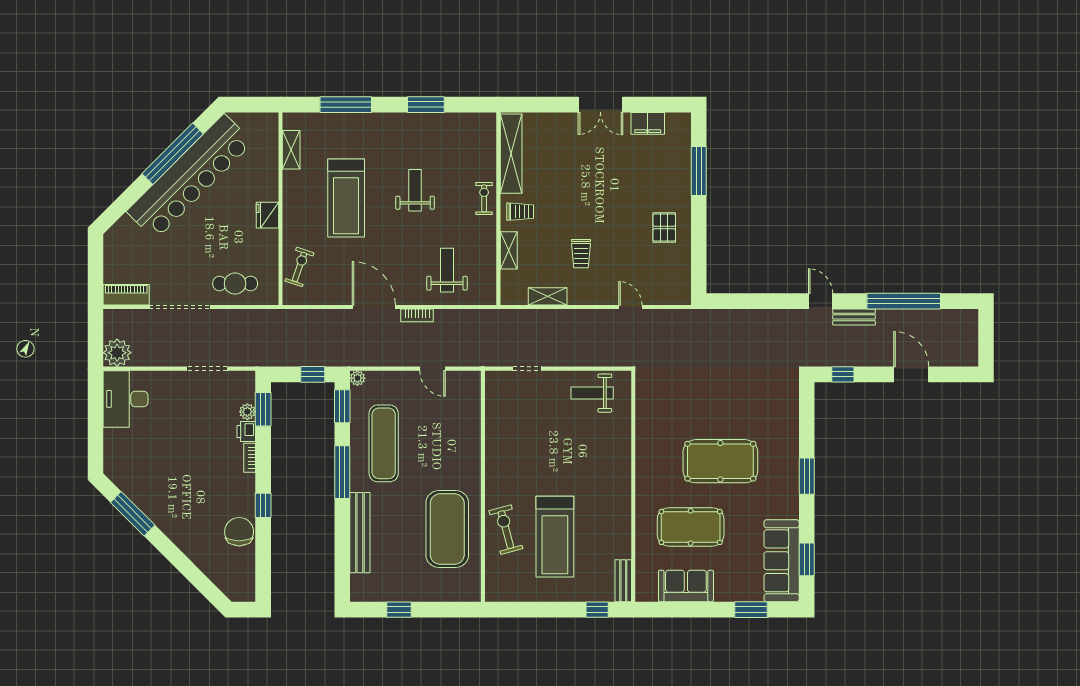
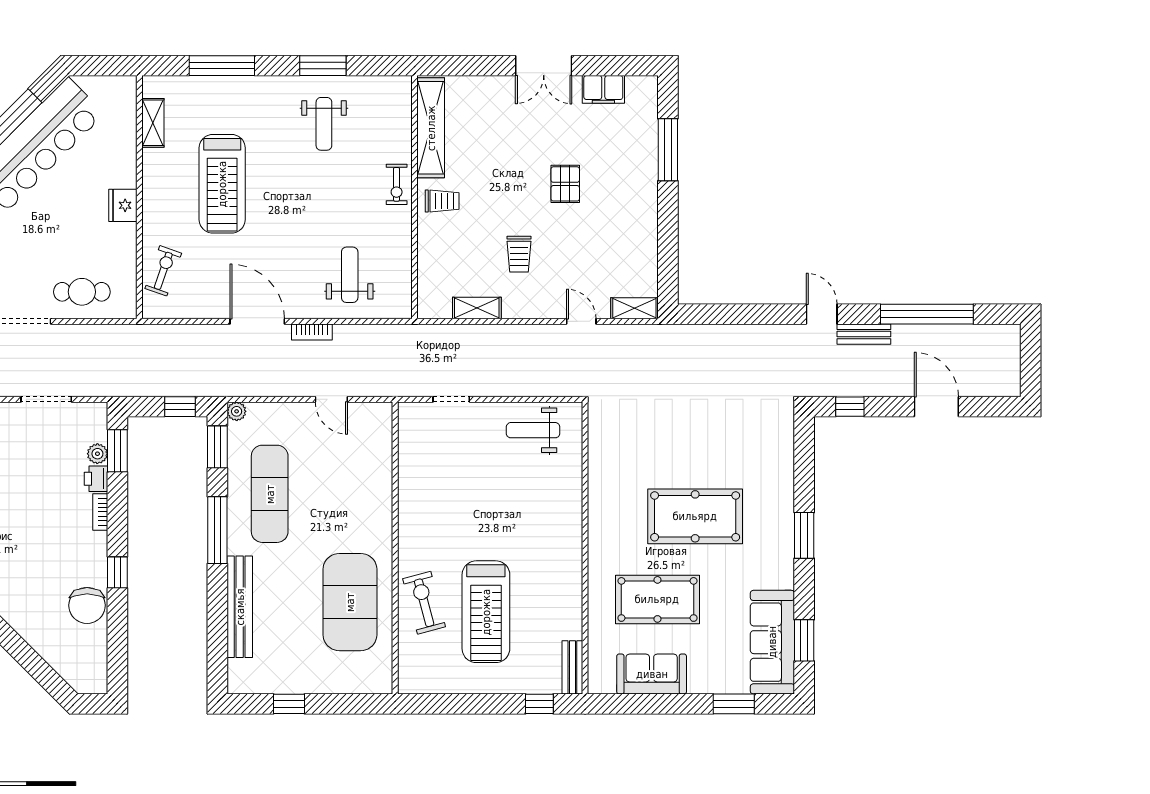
weight bench: (415, 190) -> (324, 124), moved, turned 180
exercise bike: (484, 198) -> (397, 184), turned 180
pallet: (664, 228) -> (565, 184), moved
shelving: (509, 250) -> (634, 308), moved, turned 90
chair: (239, 532) -> (87, 605), turned 180

